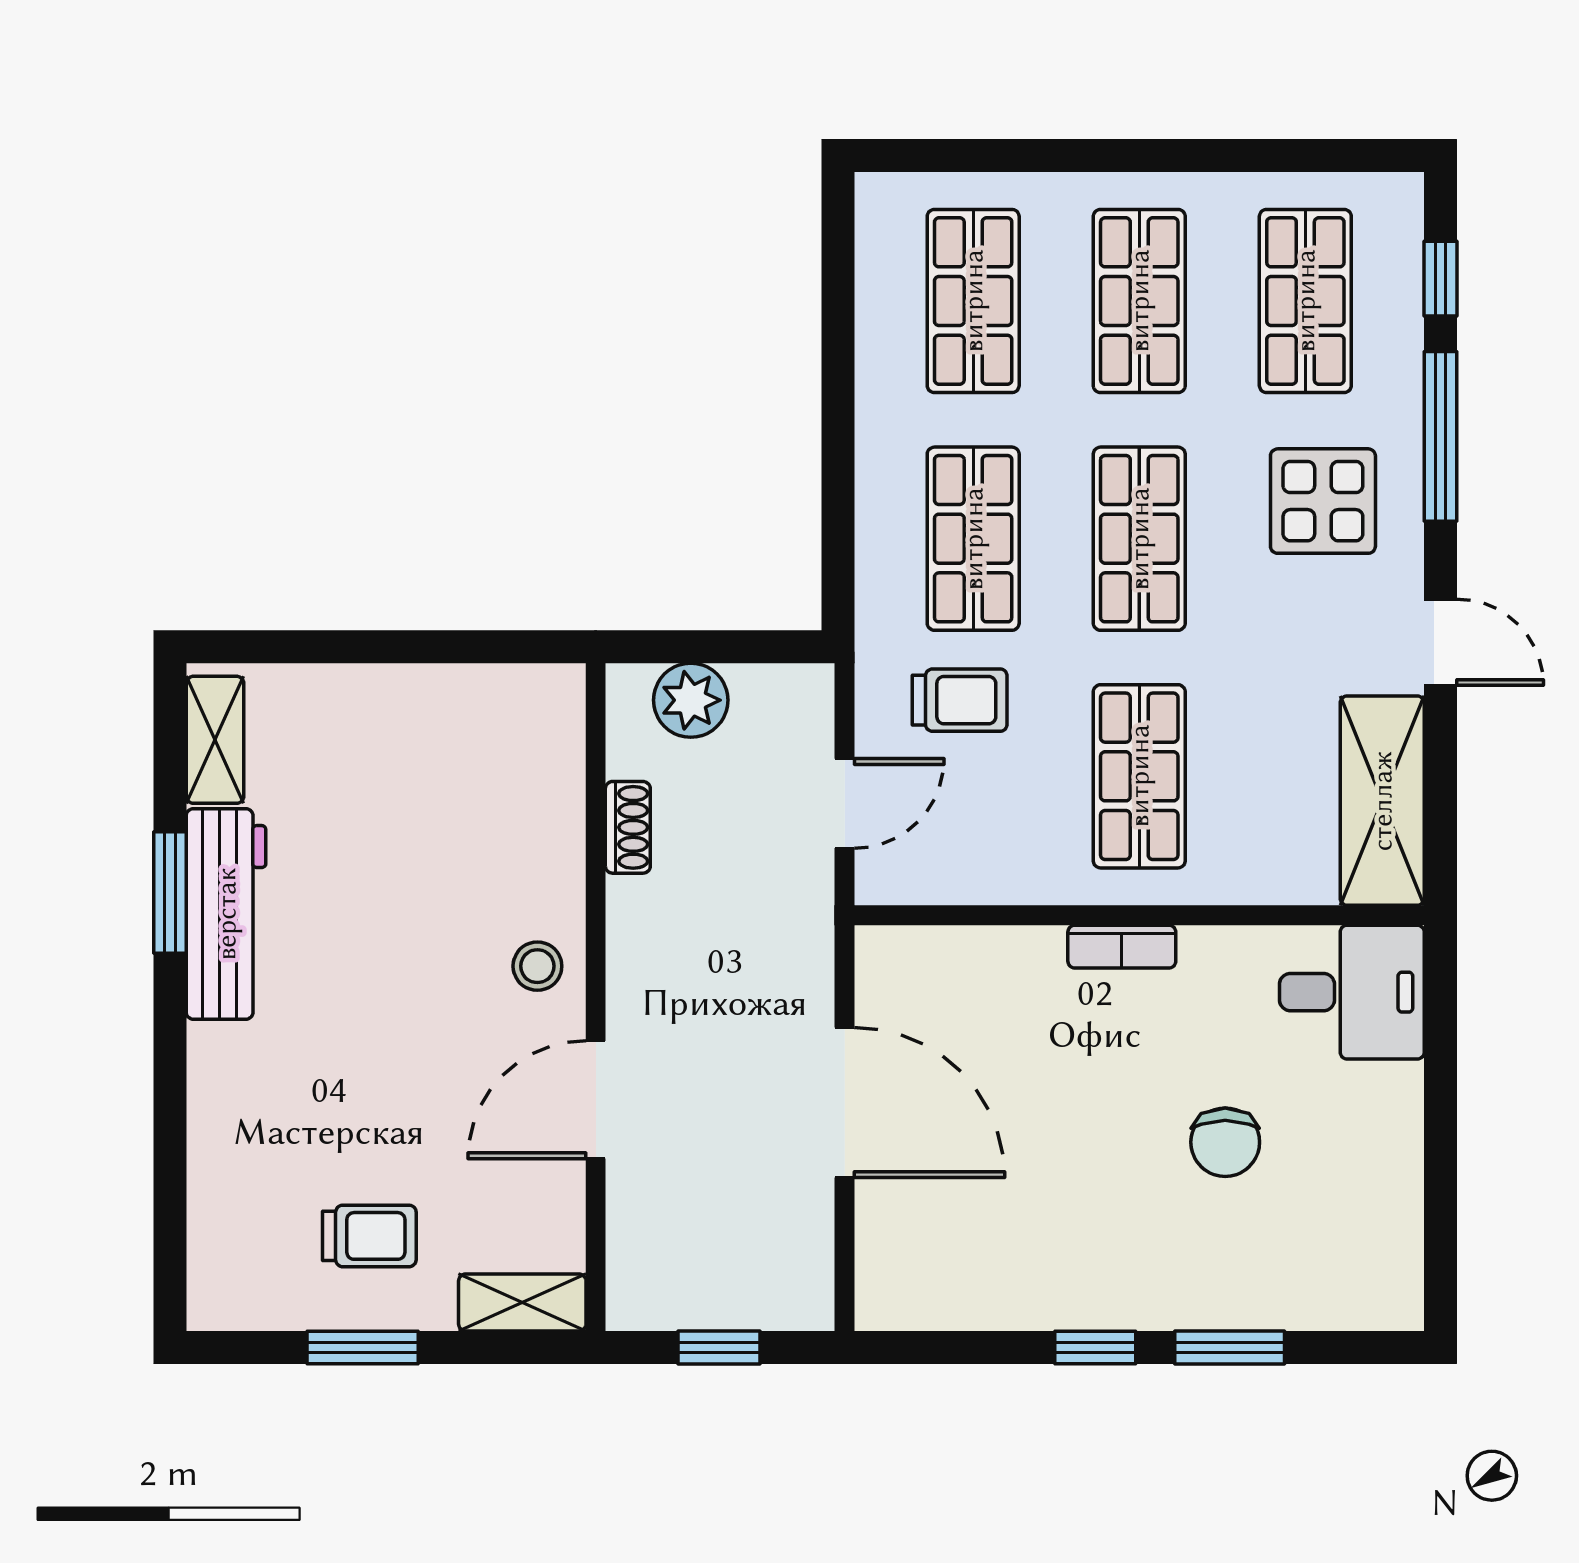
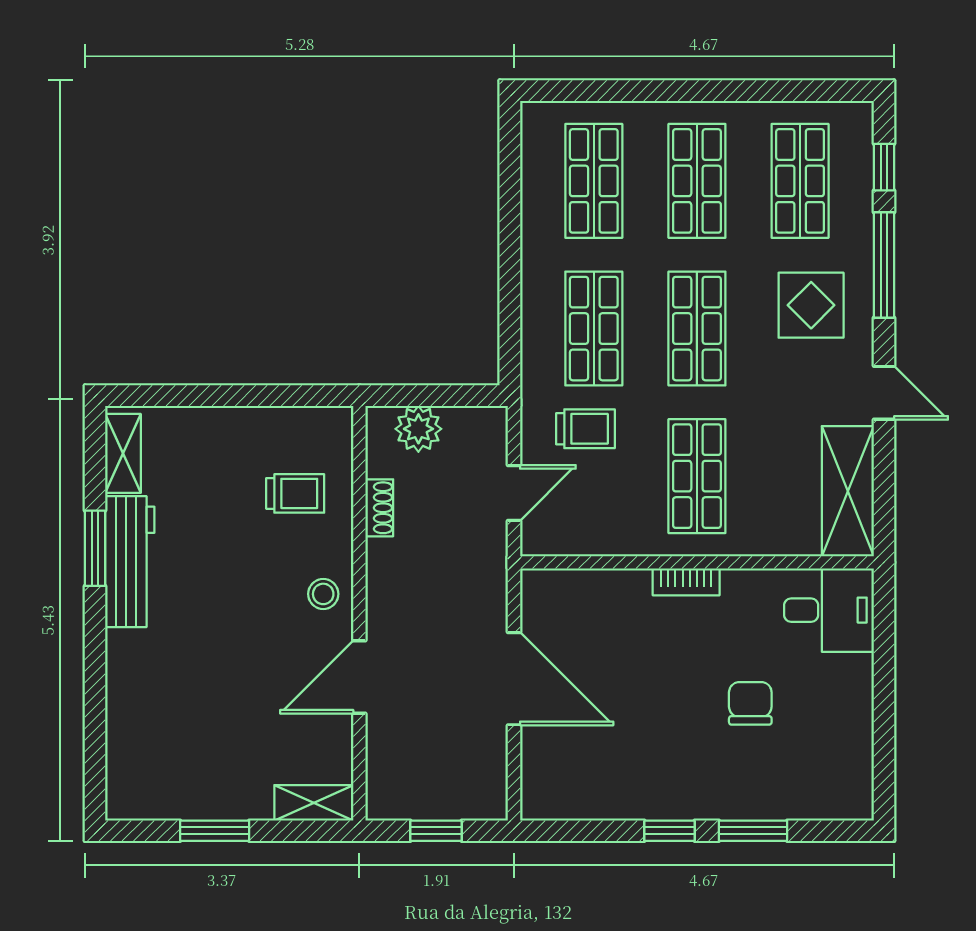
chair: (1225, 1142) -> (750, 703), turned 180
trolley: (369, 1236) -> (295, 493), moved

